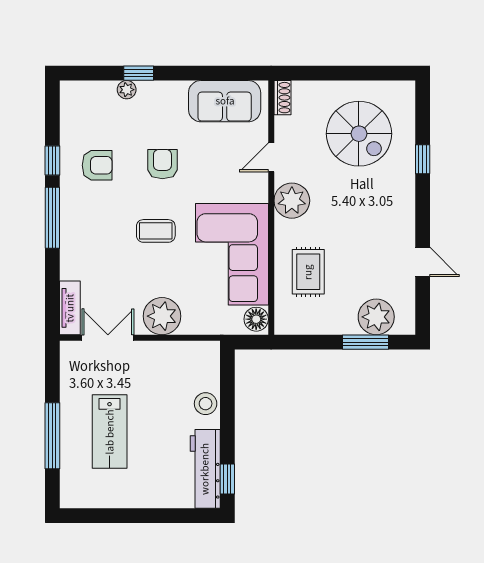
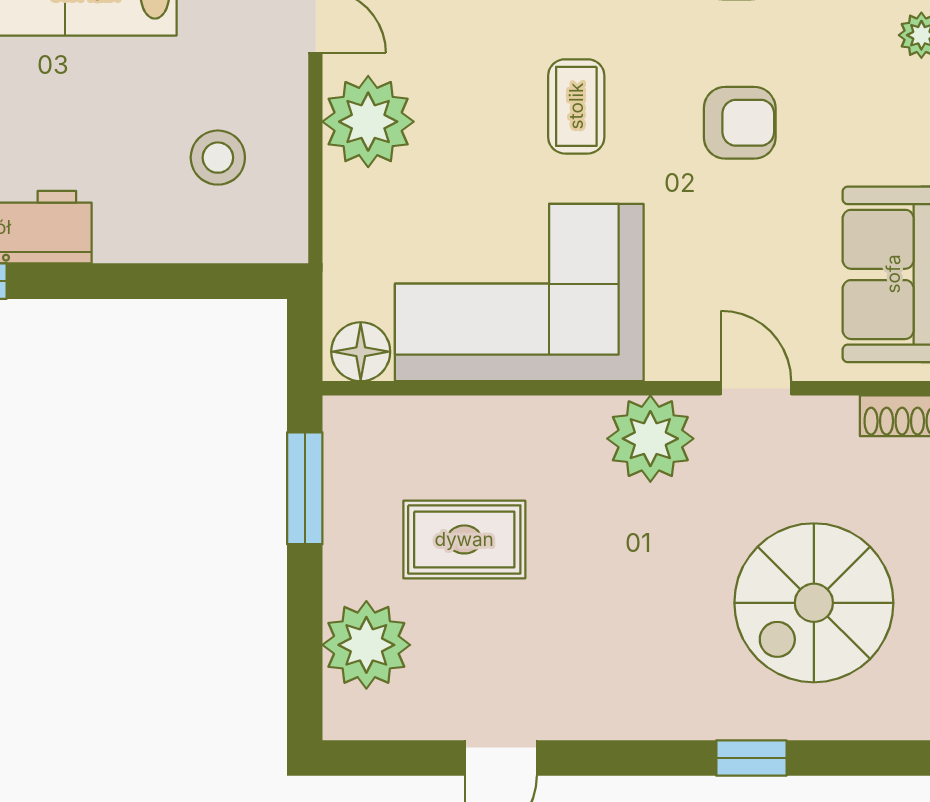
rug: (308, 272) -> (464, 539), moved
window: (365, 342) -> (305, 488), moved
stool: (206, 404) -> (218, 158), moved

